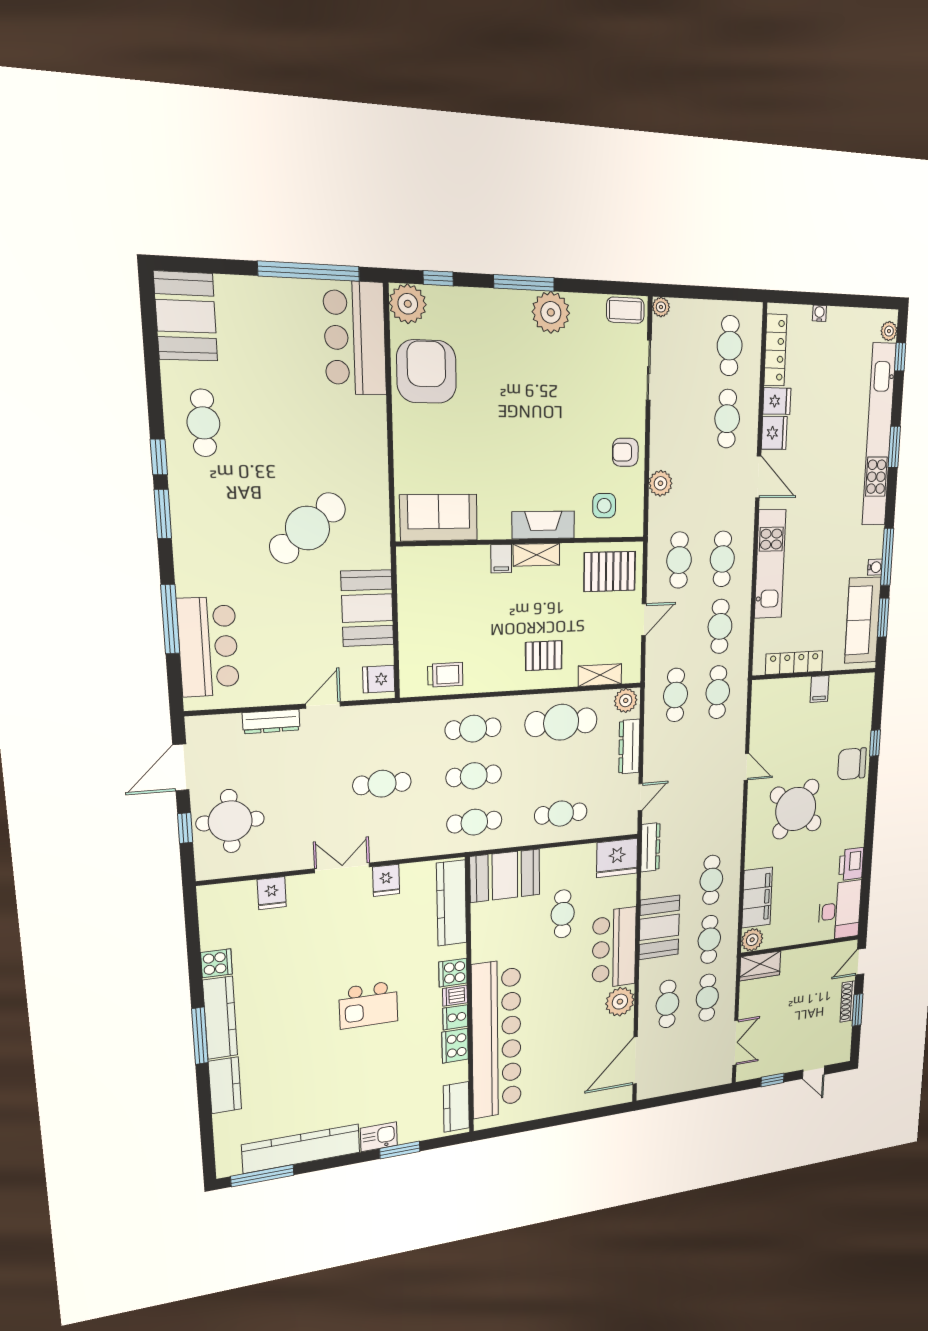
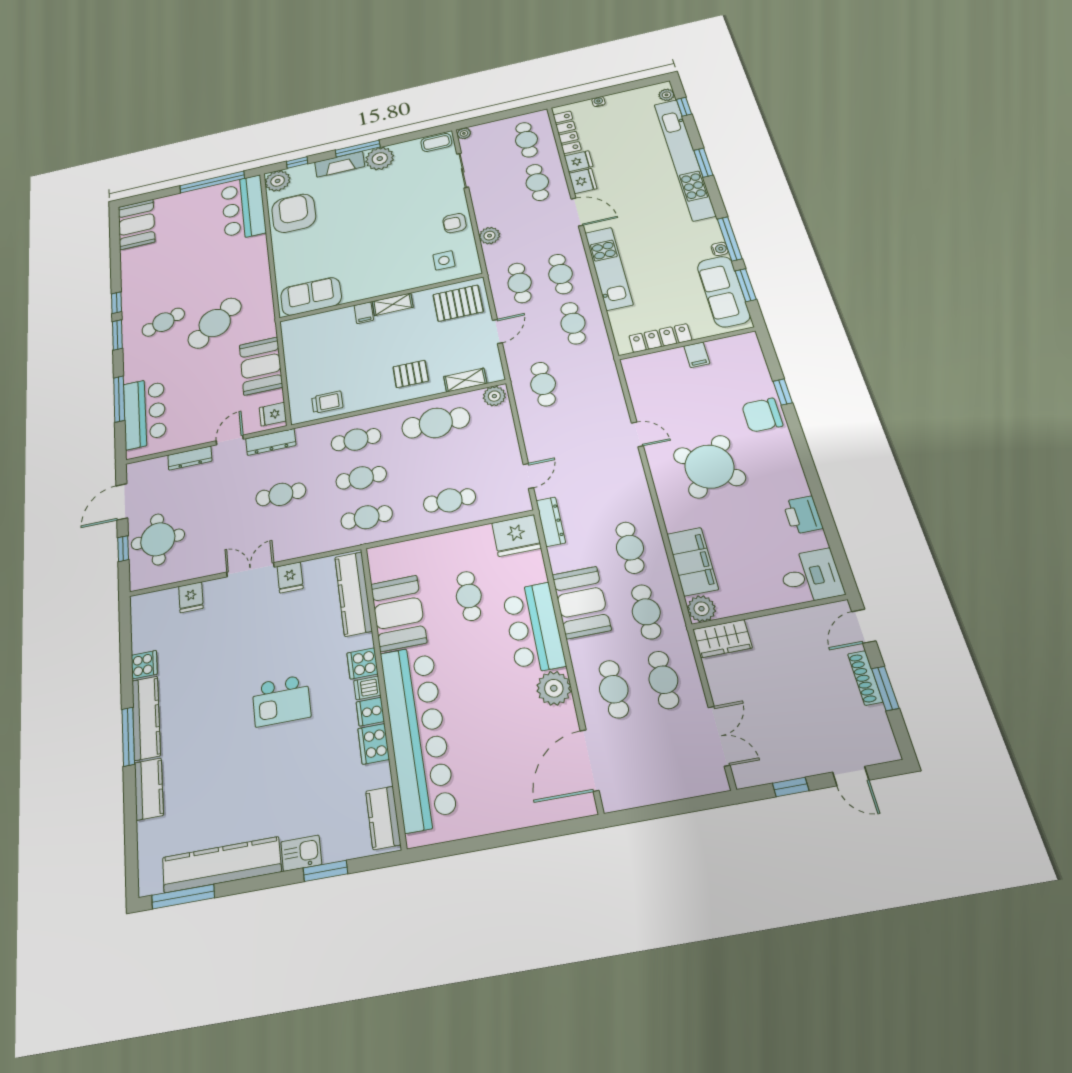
cafe table: (203, 423) -> (163, 322), moved, turned 70
fireplace: (543, 525) -> (340, 164), moved, turned 180
cafe table: (718, 692) -> (586, 375), removed
dresser: (629, 747) -> (271, 442), moved, turned -90
booth: (505, 876) -> (399, 613), moved, turned 90
desk: (840, 910) -> (811, 576), width x0.73

